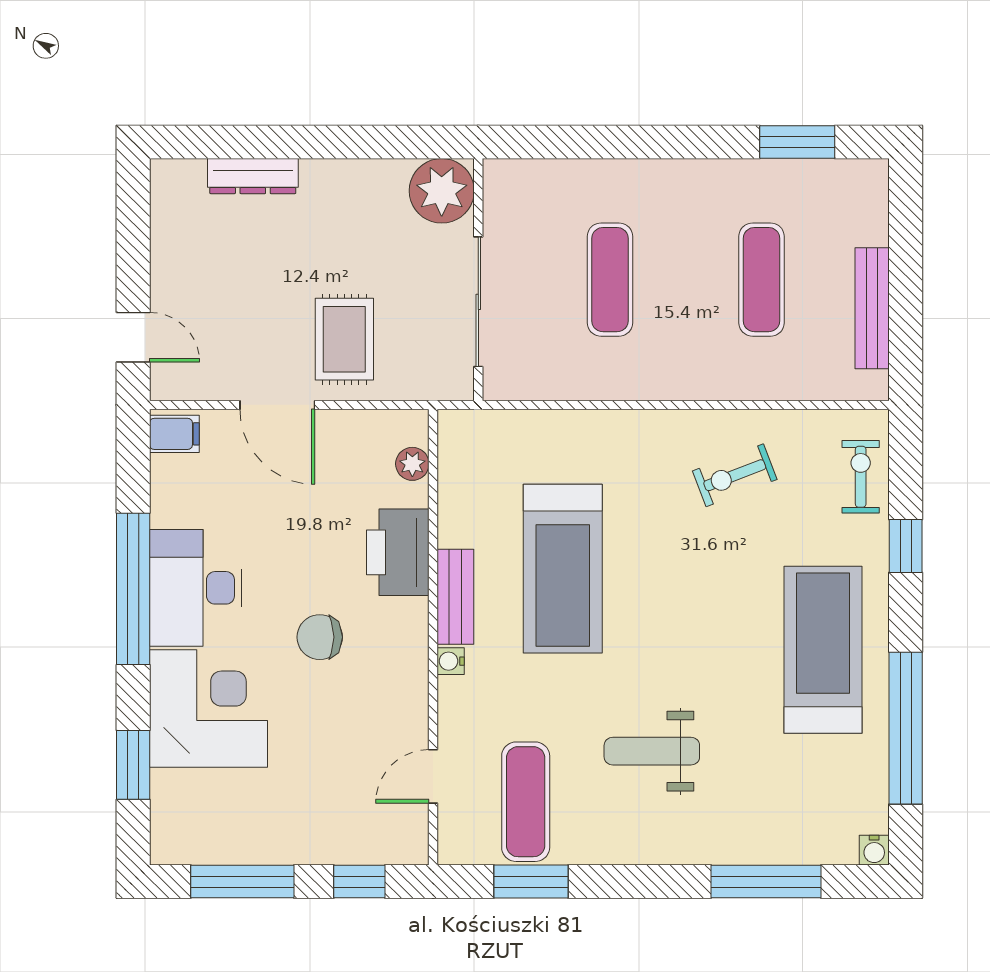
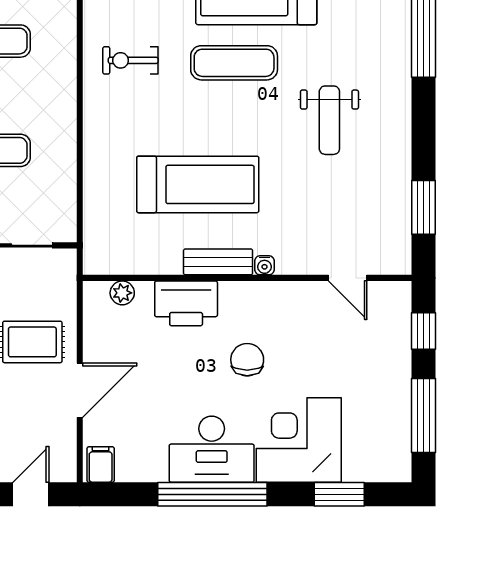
exercise bike: (735, 475) -> (130, 60), turned 111
chair: (320, 637) -> (247, 360), turned 180
exercise mat: (526, 802) -> (234, 63), moved

